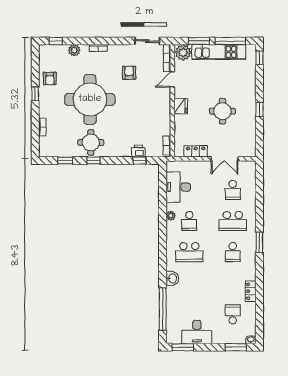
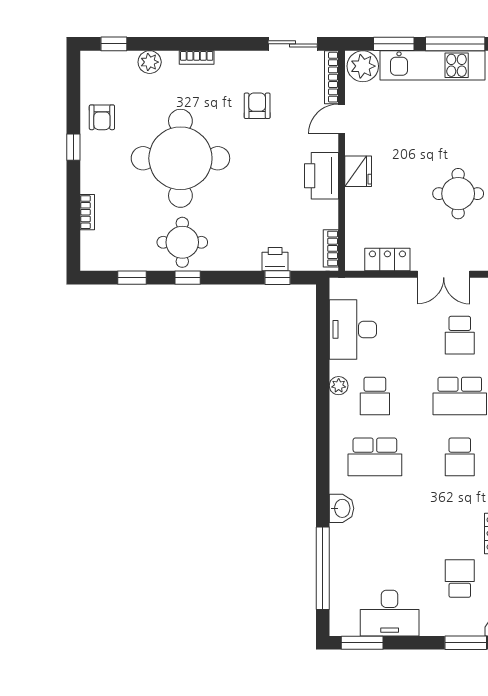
printer: (162, 108) -> (321, 176), added
round table: (222, 111) -> (458, 194), moved

